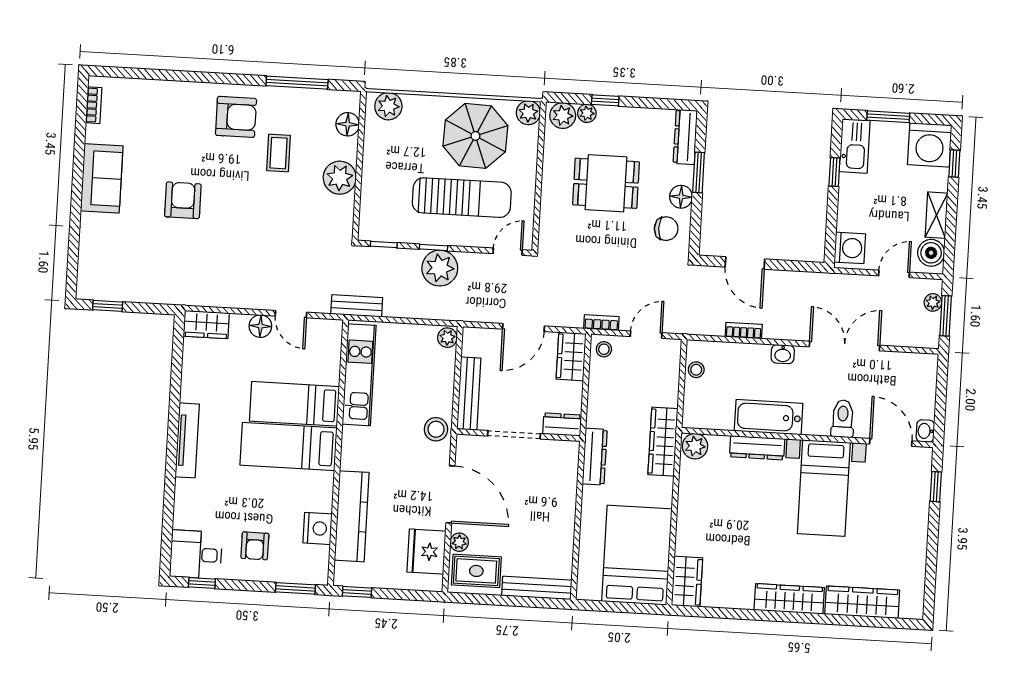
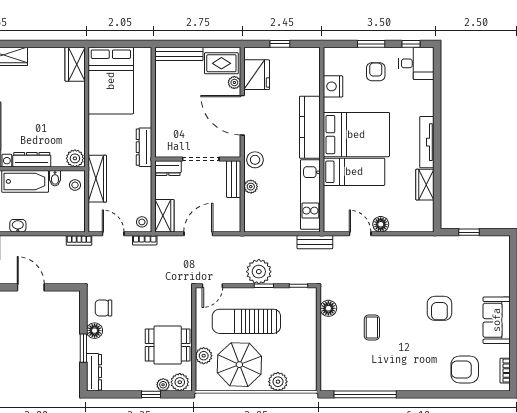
window: (297, 83) -> (365, 394), width x1.46
plant: (388, 106) -> (278, 382), moved
plant: (528, 113) -> (204, 356), moved
armchair: (236, 117) -> (465, 369), moved
floor lamp: (348, 124) -> (328, 308), moved
coffee table: (279, 153) -> (372, 328), moved
plant: (340, 178) -> (332, 330), removed
dining table: (606, 183) -> (168, 345), moved
door: (745, 263) -> (31, 287), moved
window: (108, 306) -> (469, 232), moved
wardrobe: (206, 325) -> (425, 185), moved, turned -90
bookcase: (744, 331) -> (79, 240), moved
door: (646, 335) -> (113, 234), swing flipped
plant: (447, 338) -> (251, 187), moved
stool: (696, 370) -> (75, 185), moved
bench: (469, 394) -> (234, 179), width x0.73
bidet: (725, 419) -> (55, 178), added
wardrobe: (663, 442) -> (97, 179), moved
bed: (289, 447) -> (356, 135), width x1.50
kitchen counter: (352, 516) -> (310, 127), moved
window: (295, 588) -> (371, 44), moved
window: (357, 592) -> (280, 44), moved

